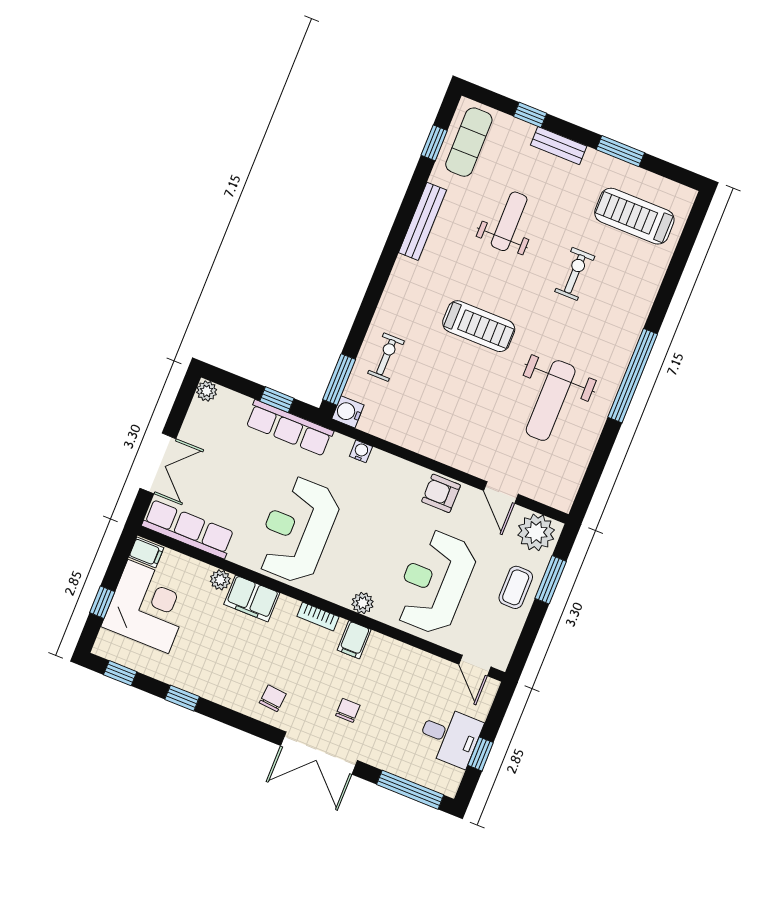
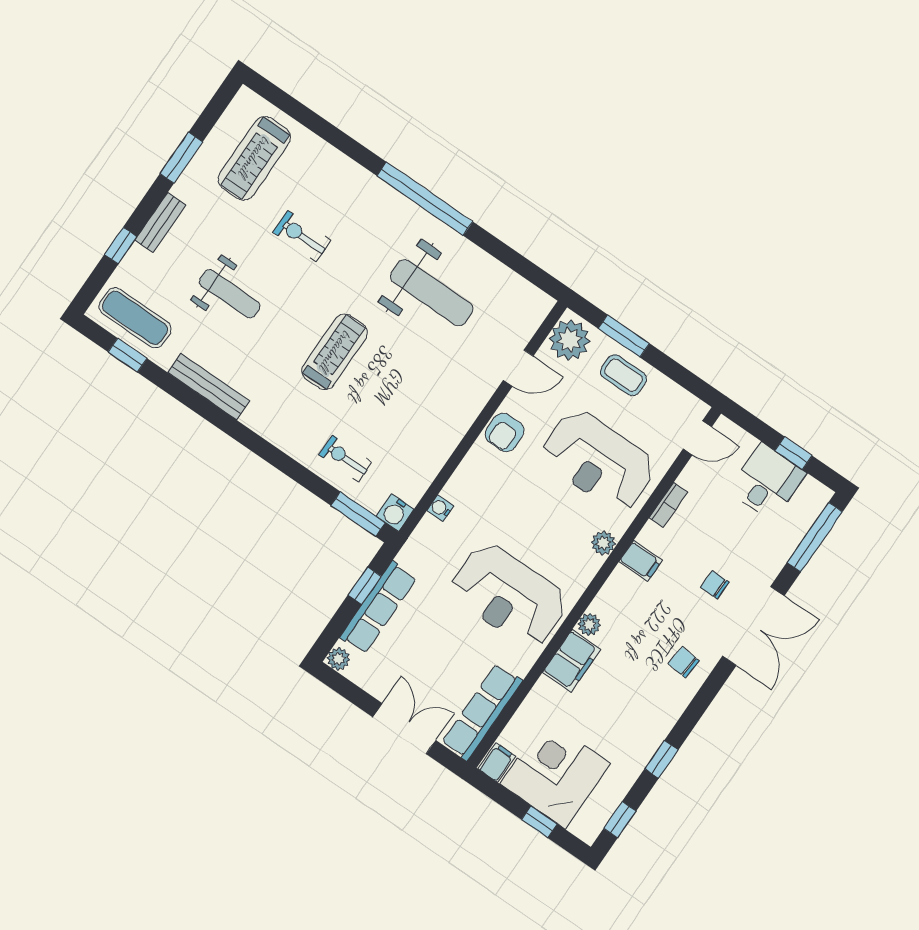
weight bench: (509, 221) -> (230, 294), turned 180
row of seats: (289, 428) -> (378, 608), moved
plant: (220, 580) -> (589, 624), moved
bookcase: (318, 617) -> (668, 505), moved

